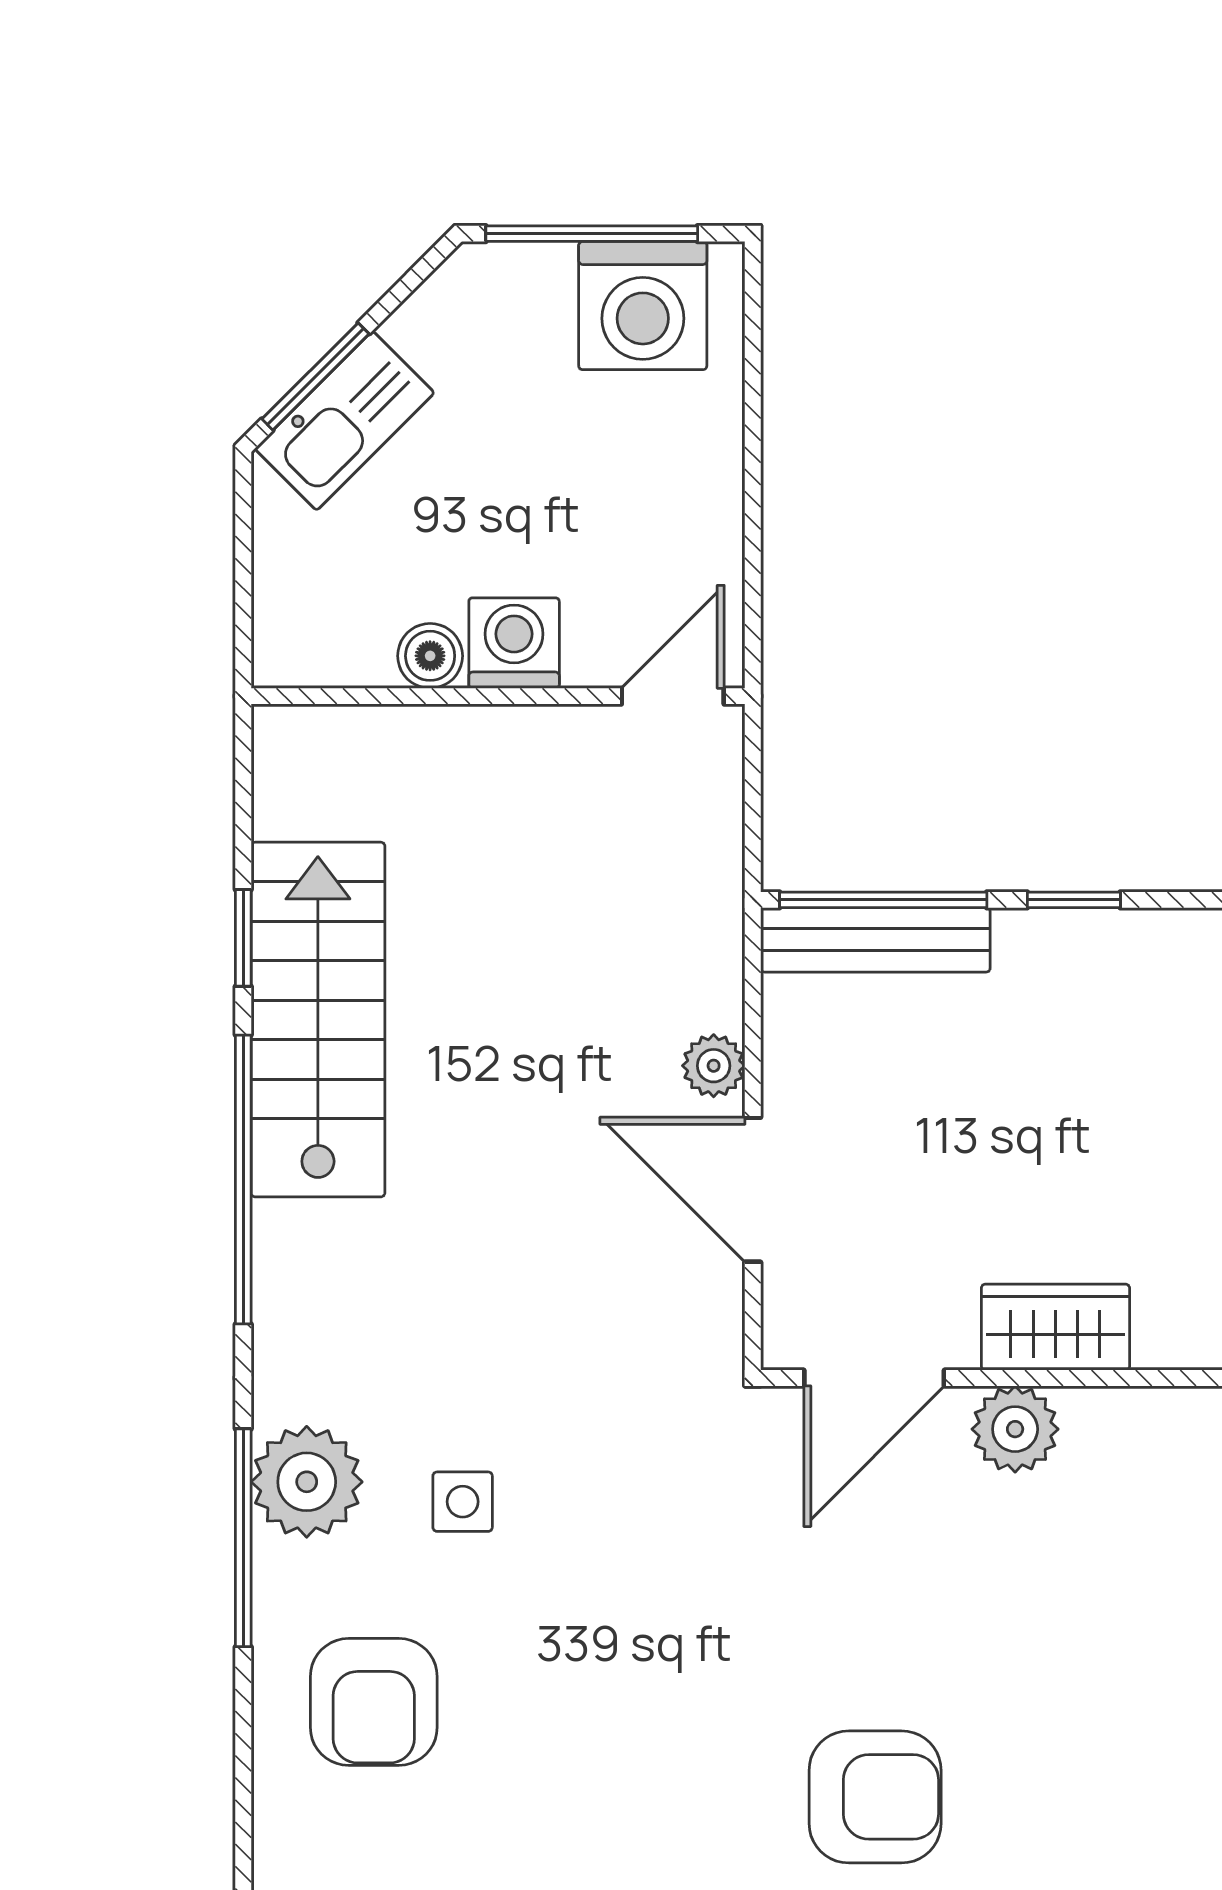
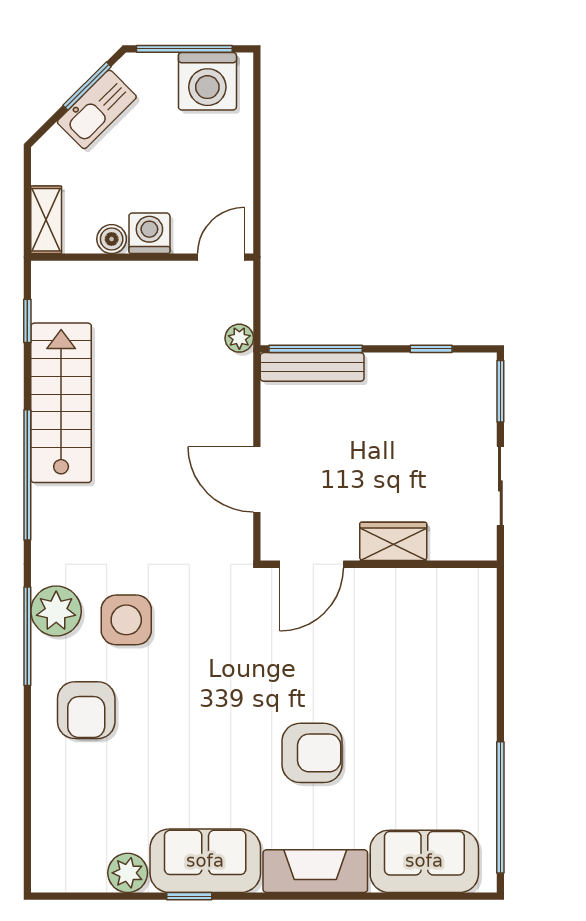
window: (315, 376) -> (87, 86), moved
kitchen sink: (345, 421) -> (97, 109), moved
shelving: (285, 613) -> (46, 220), added
window: (1074, 900) -> (431, 349), moved
window: (243, 938) -> (27, 321), moved
plant: (714, 1066) -> (239, 338), moved
plant: (1015, 1429) -> (375, 587), removed
side table: (463, 1502) -> (126, 620), width x1.87, depth x1.87

